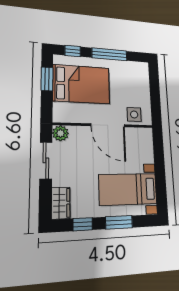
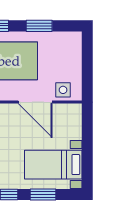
window: (109, 54) -> (39, 26), width x0.69

